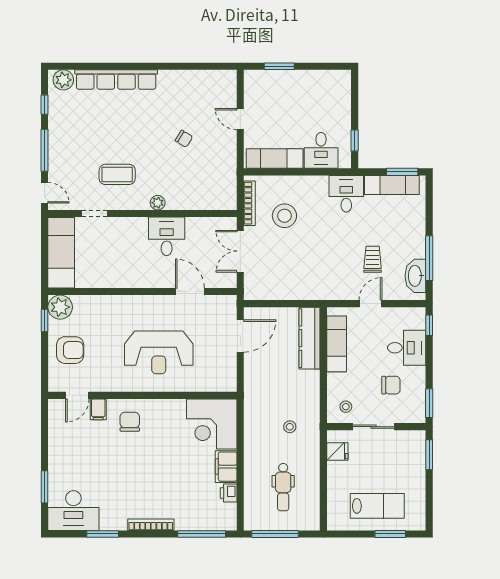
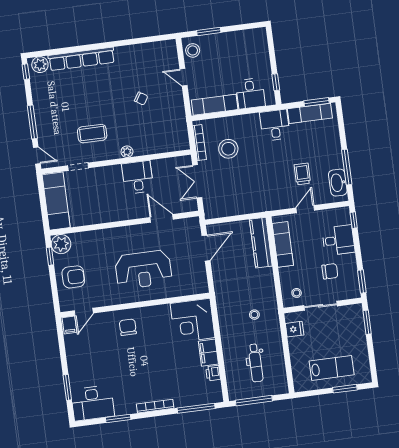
stool: (256, 87) -> (193, 50), added
window: (45, 105) -> (26, 72), moved
filing cabinet: (98, 409) -> (70, 325), moved

